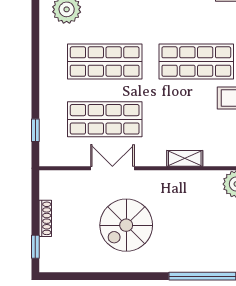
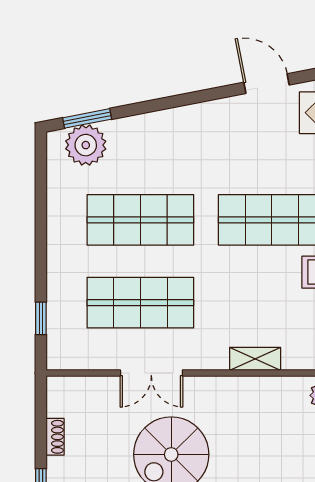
double door: (112, 168) -> (151, 373), swing flipped
shoe rack: (45, 218) -> (55, 437), width x0.70

